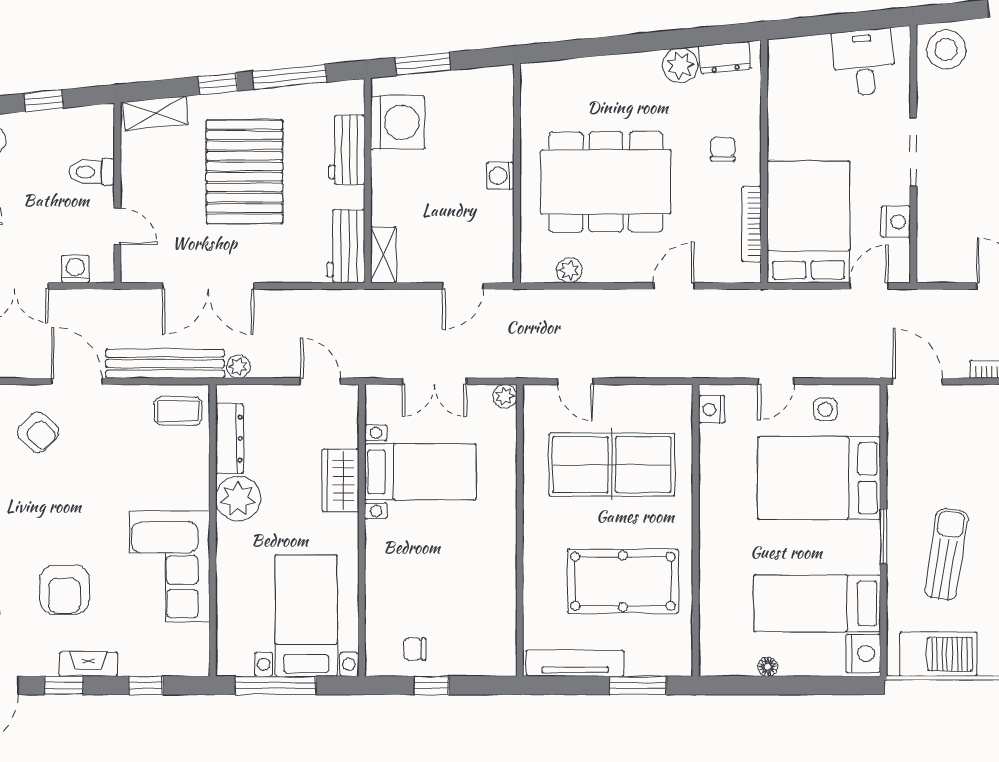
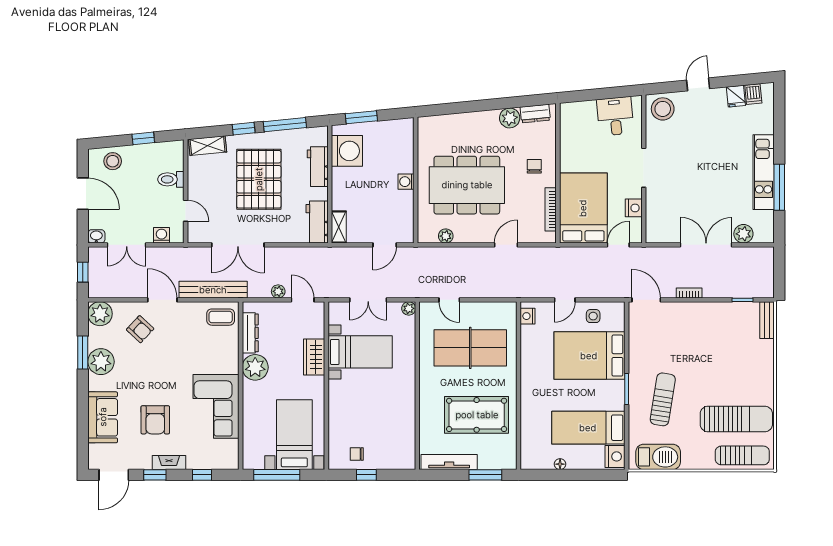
plant: (238, 367) -> (278, 291), moved

